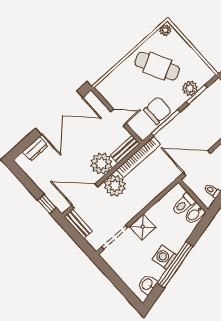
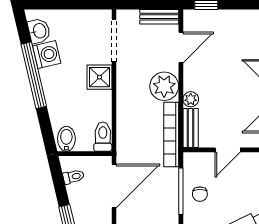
chair: (158, 110) -> (200, 194), width x0.54, depth x0.54
plant: (101, 164) -> (191, 99), width x0.53, depth x0.53
door: (85, 196) -> (181, 47), width x0.73
toilet: (183, 204) -> (103, 137), moved
washing machine: (164, 257) -> (47, 55), moved

